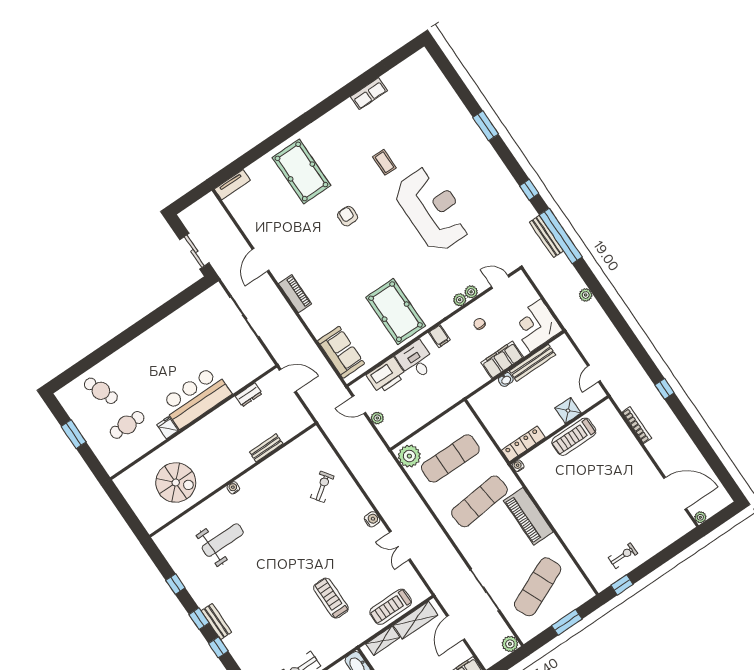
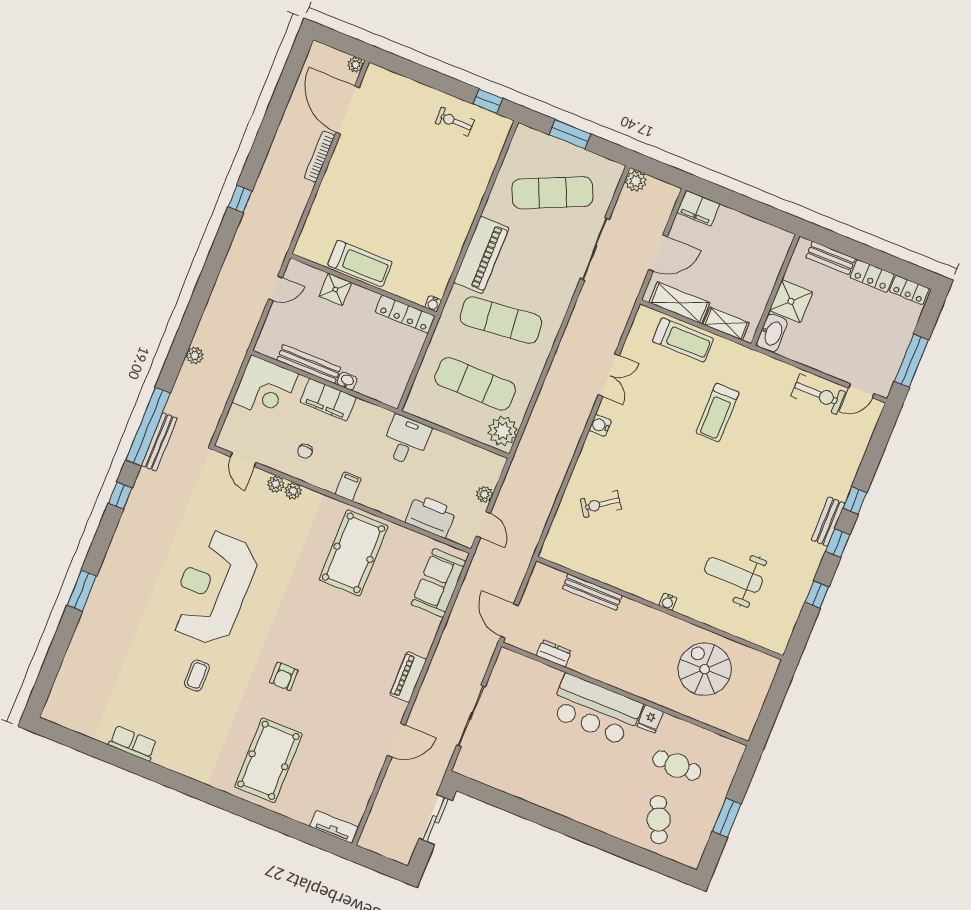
desk: (416, 361) -> (406, 440), moved, turned 180
bookcase: (637, 425) -> (319, 157), moved
bench: (266, 448) -> (592, 592), width x1.36

